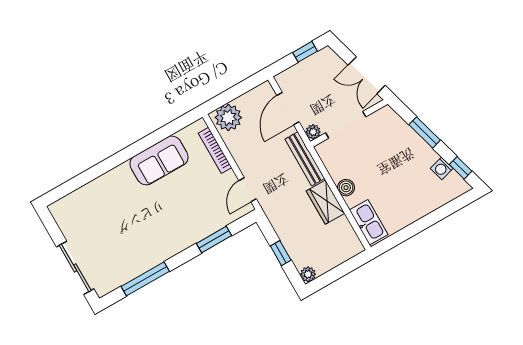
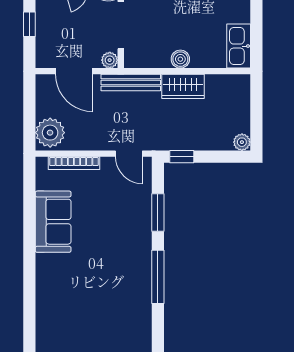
kitchen sink: (369, 222) -> (239, 46), moved, turned -90
window: (281, 253) -> (182, 157), moved
window: (145, 279) -> (158, 277), moved

